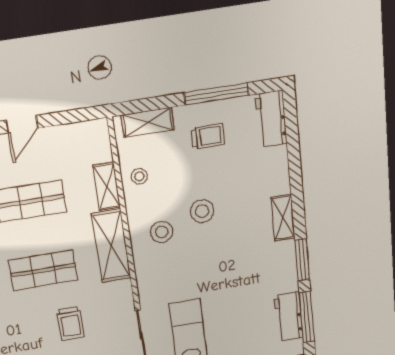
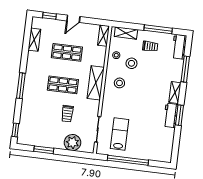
shelving: (107, 186) -> (104, 36), moved
stool: (202, 211) -> (131, 63), moved
workbench: (289, 317) -> (171, 115), moved
window: (307, 317) -> (185, 69), moved

